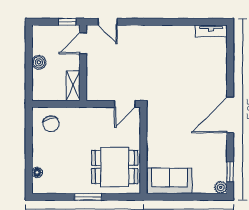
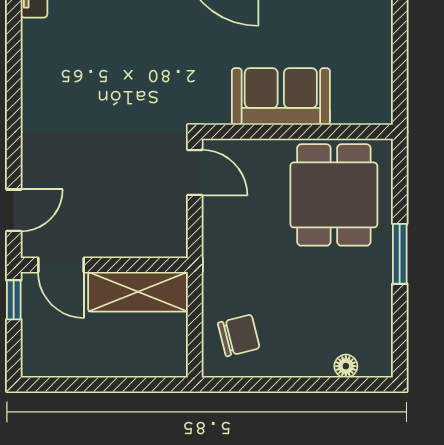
boiler: (39, 62) -> (103, 362), removed
shelving: (73, 86) -> (138, 292), width x1.50, depth x1.33
sofa: (170, 181) -> (281, 97), moved, turned 90

